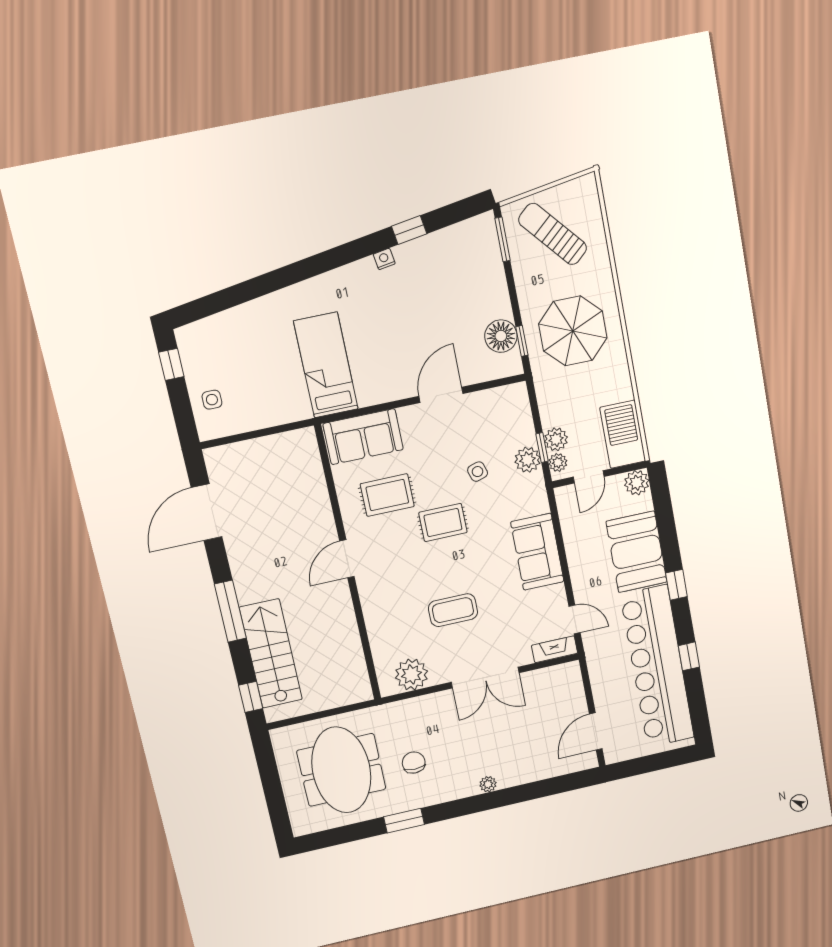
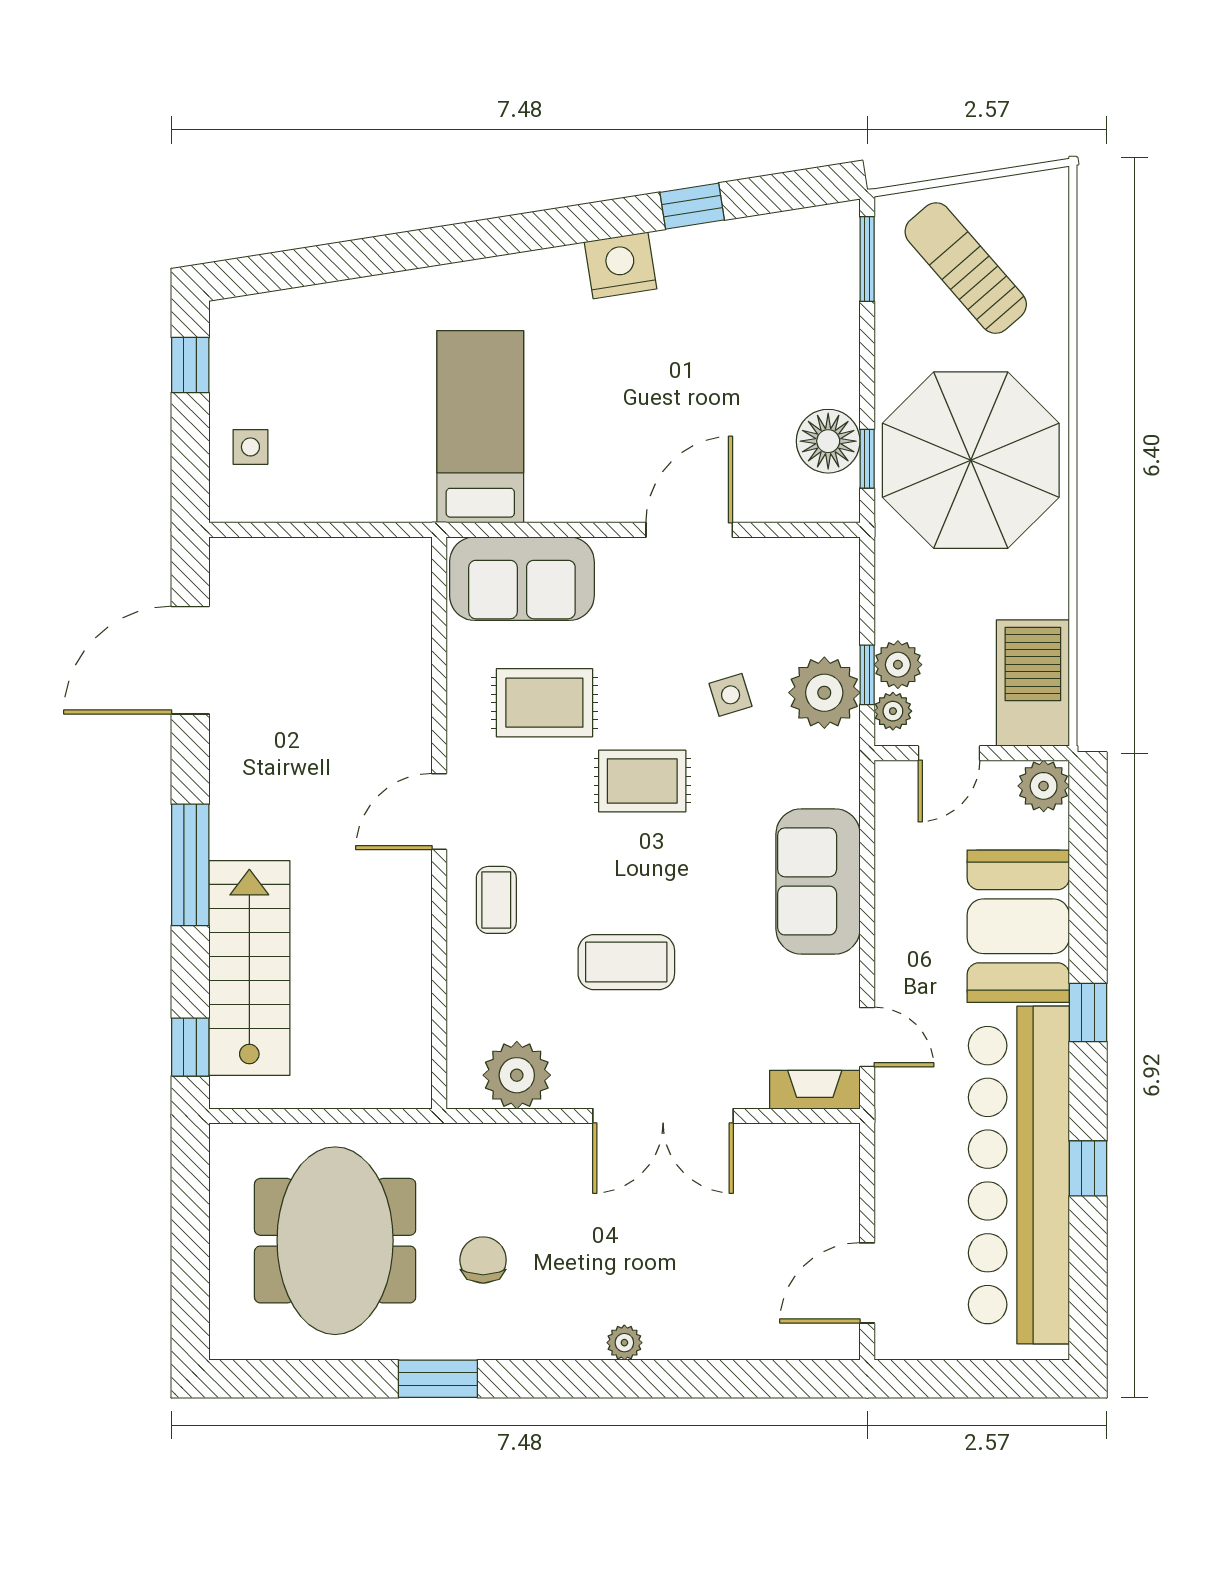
nightstand: (384, 259) -> (621, 265), width x1.89, depth x1.79
parasol: (573, 331) -> (971, 460), width x1.36, depth x1.36
plant: (528, 460) -> (824, 693), width x1.36, depth x1.36
coffee table: (384, 595) -> (496, 900), added

